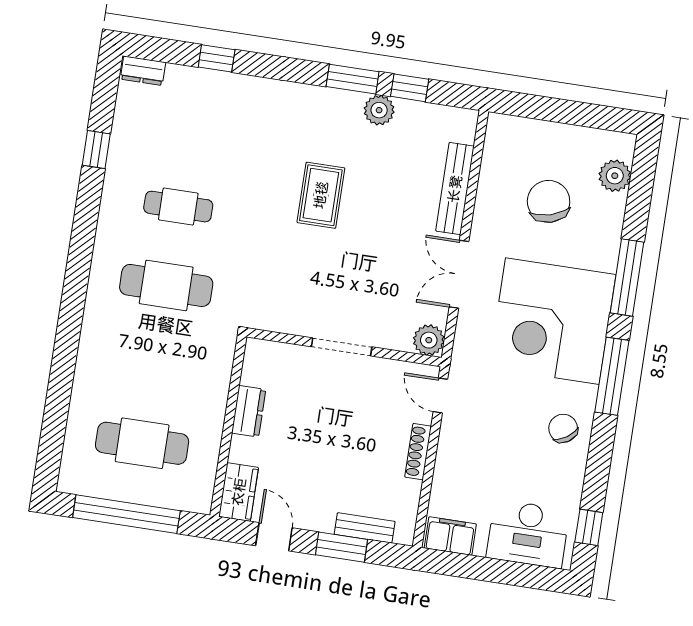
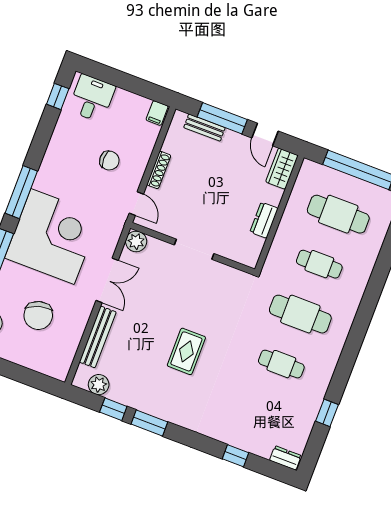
plant: (379, 110) -> (99, 385), moved
cafe table: (154, 364) -> (319, 264), added
chair: (563, 428) -> (109, 161), moved, turned -56
desk: (528, 534) -> (92, 98), width x0.73
filing cabinet: (450, 536) -> (157, 113), width x0.50
window: (342, 547) -> (222, 118), width x1.44

